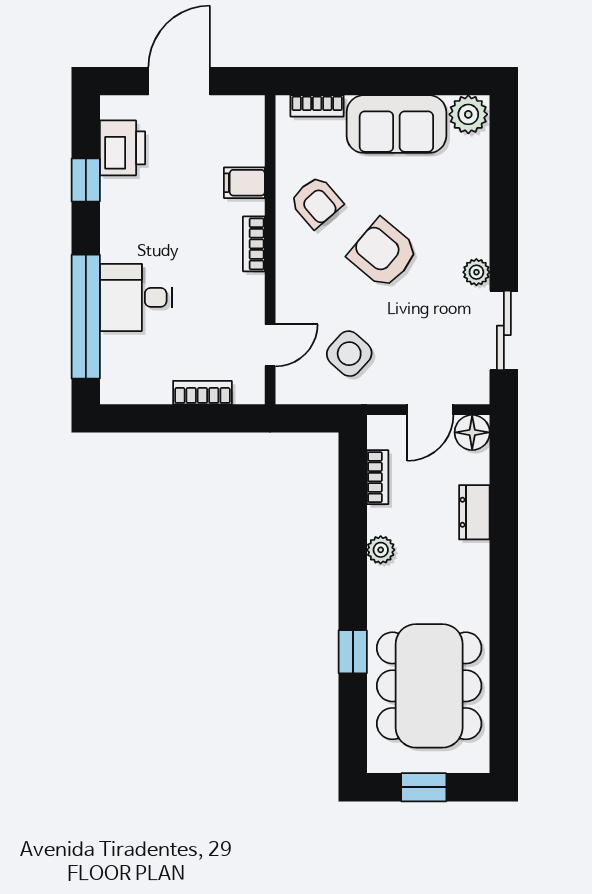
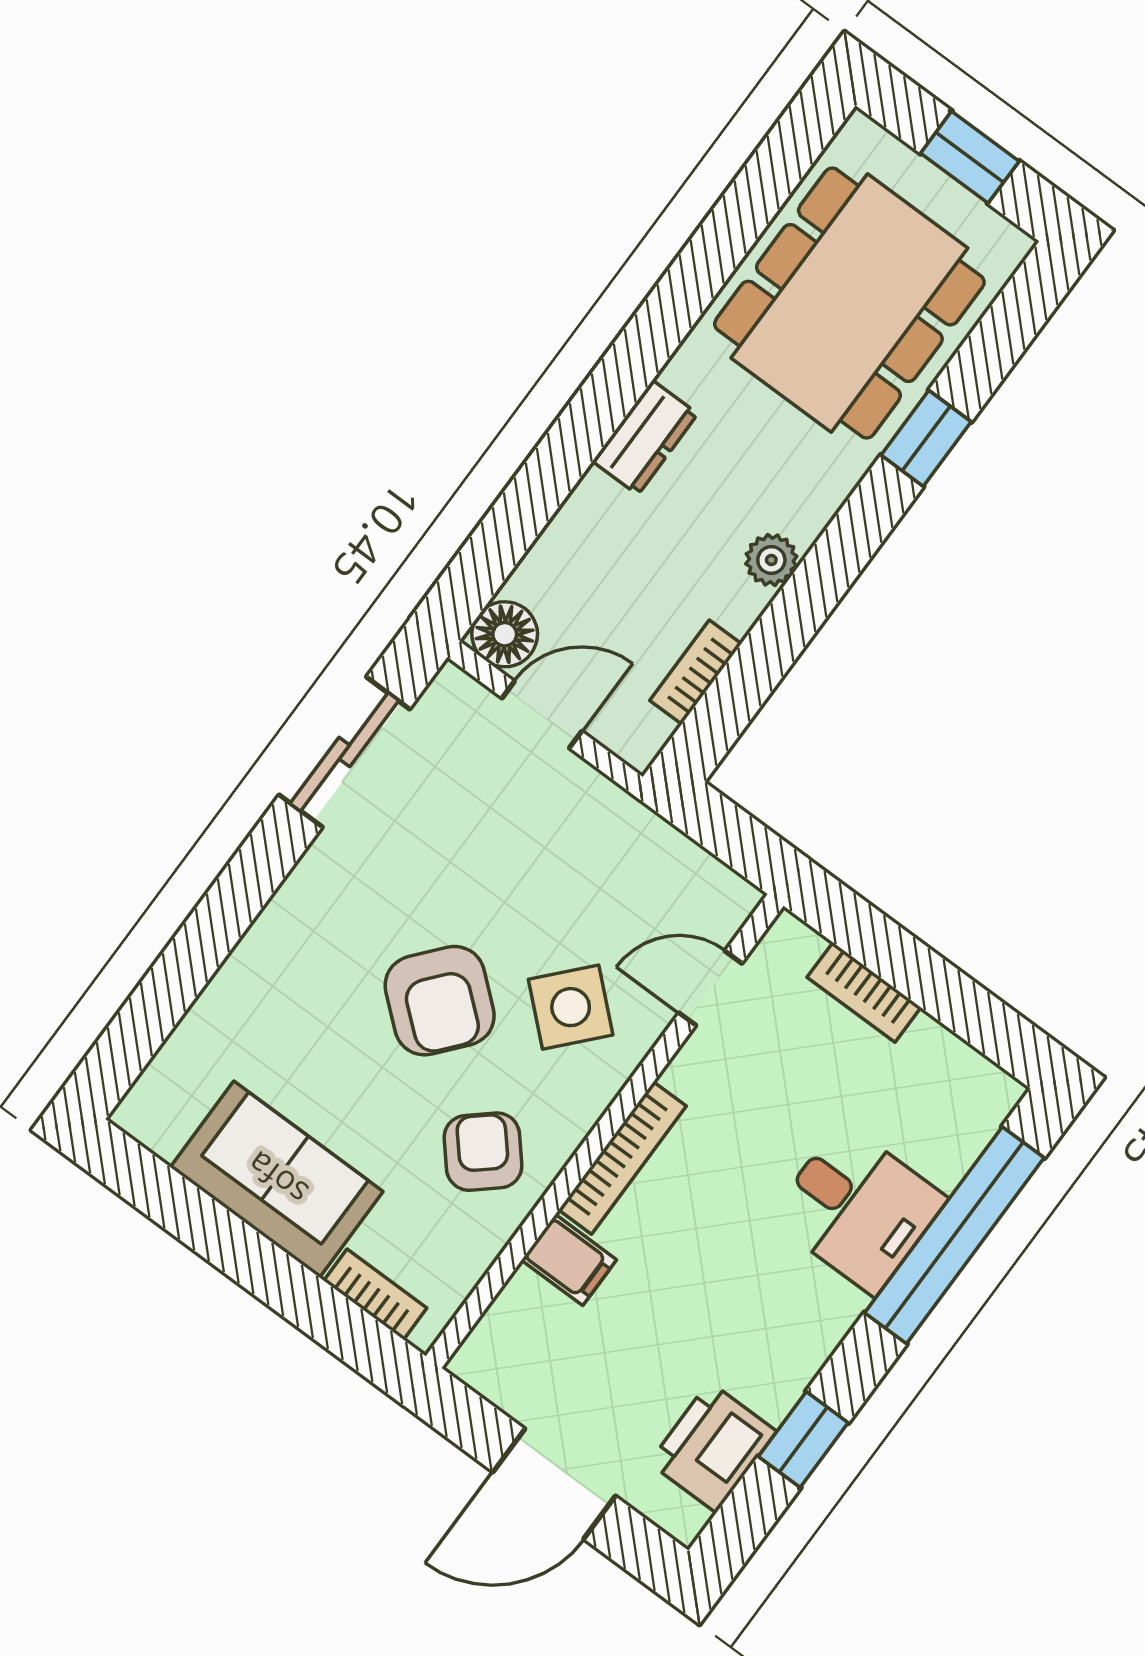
plant: (468, 114) -> (158, 1114), removed
bookcase: (254, 244) -> (622, 1158), width x1.56
plant: (476, 272) -> (321, 869), removed
side table: (349, 354) -> (571, 1007), moved
dresser: (474, 512) -> (645, 438), moved

